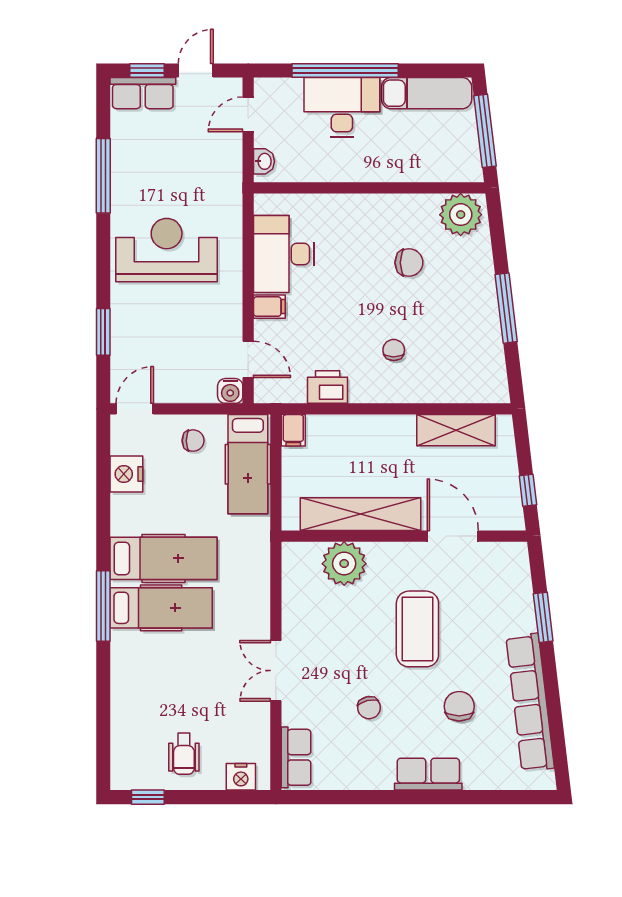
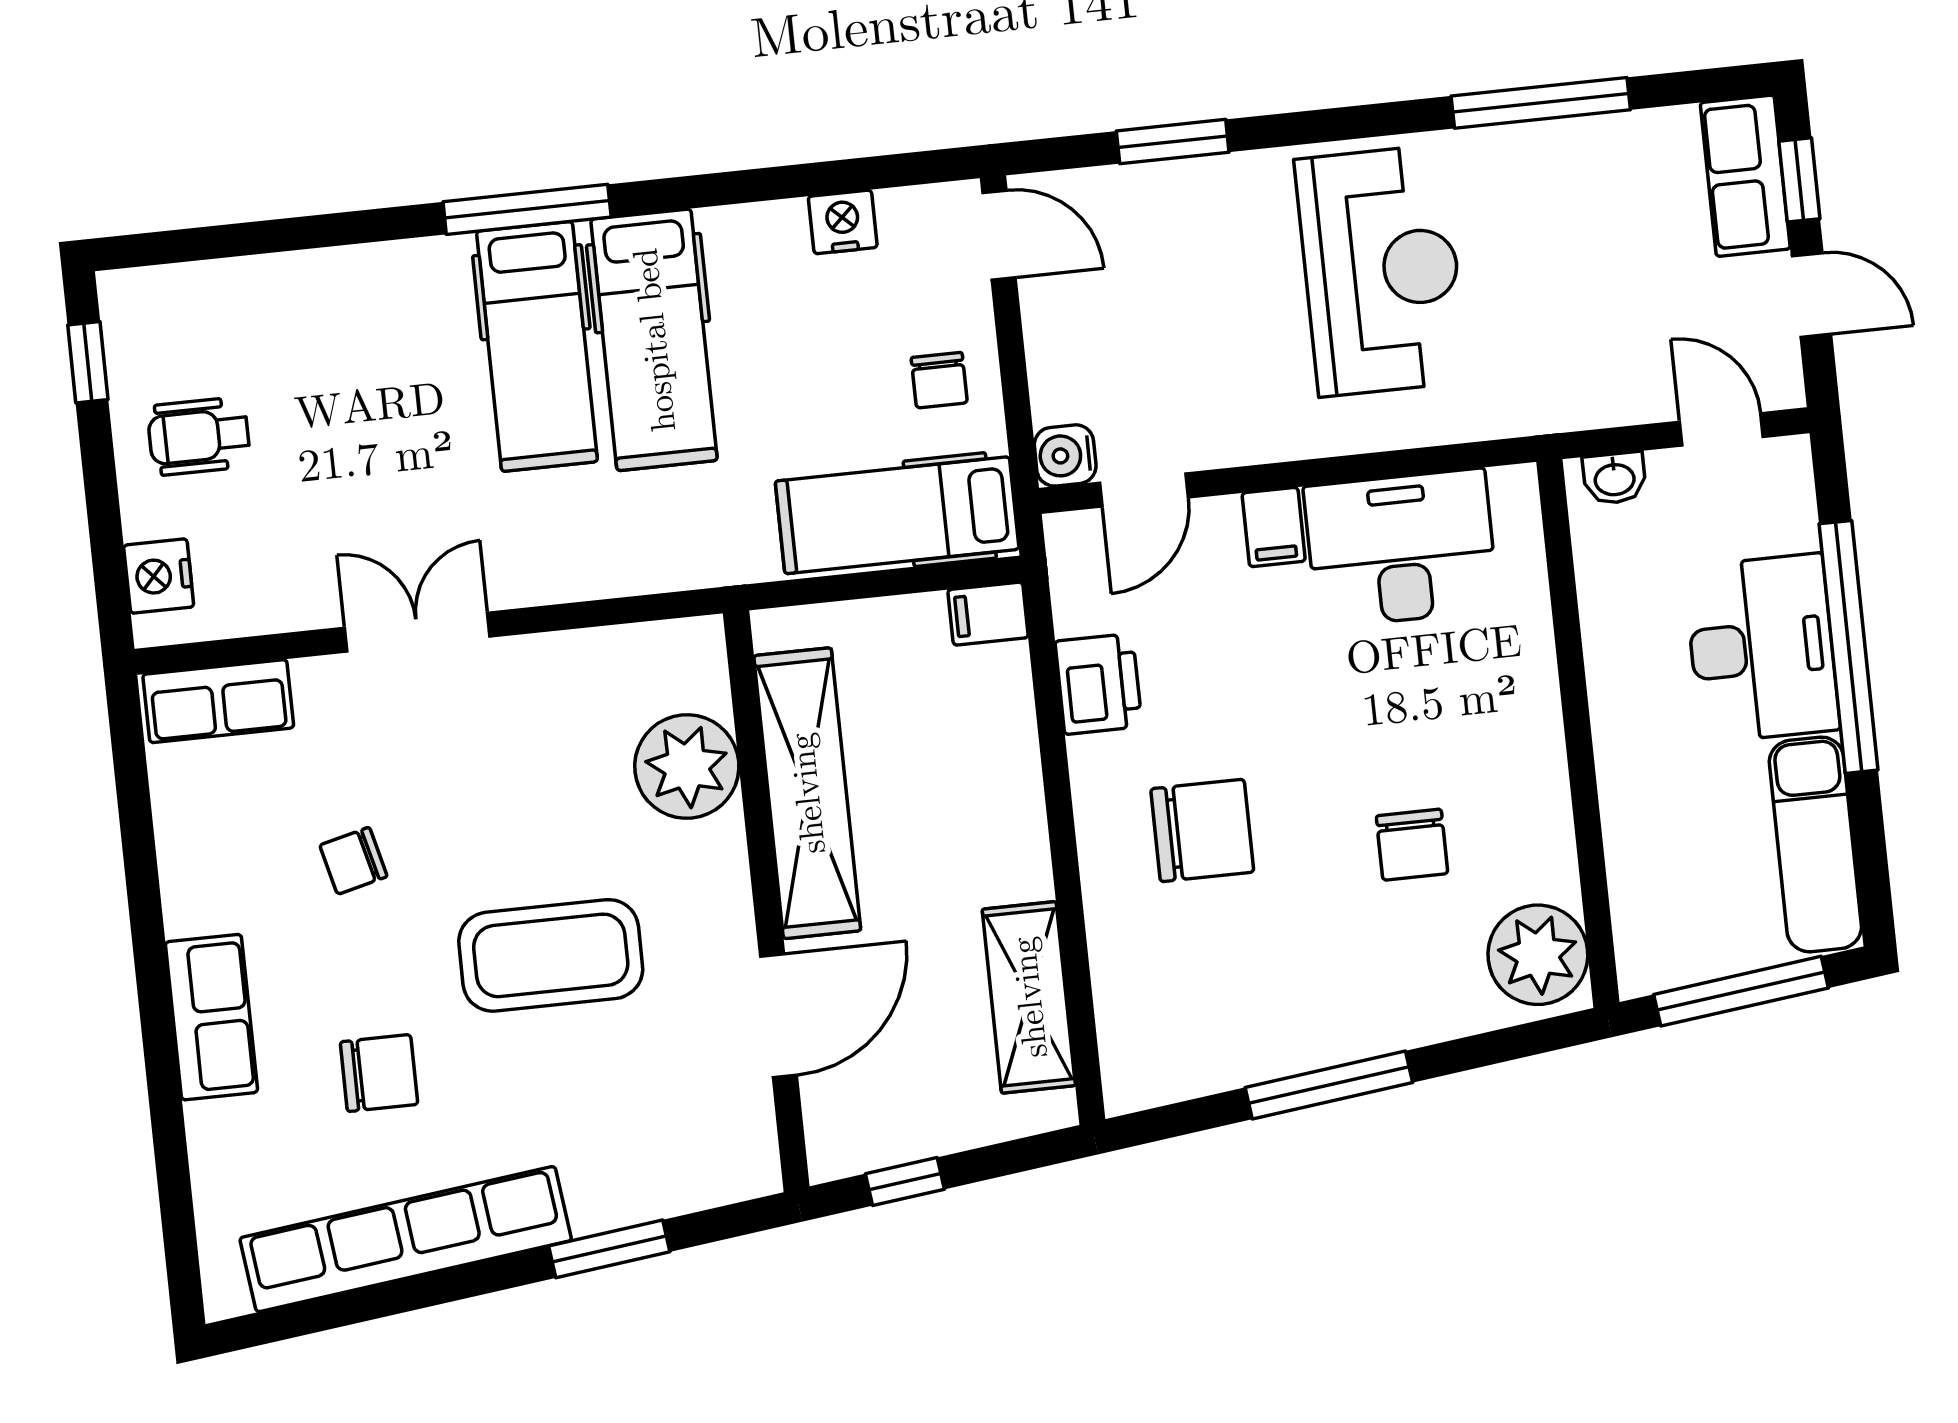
chair: (394, 350) -> (1202, 830), width x1.87, depth x1.87
nightstand: (126, 474) -> (843, 222), width x0.74, depth x0.75

